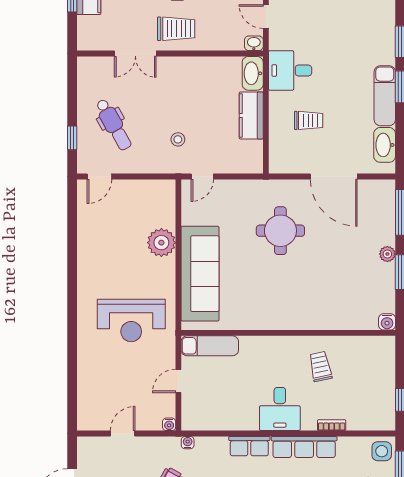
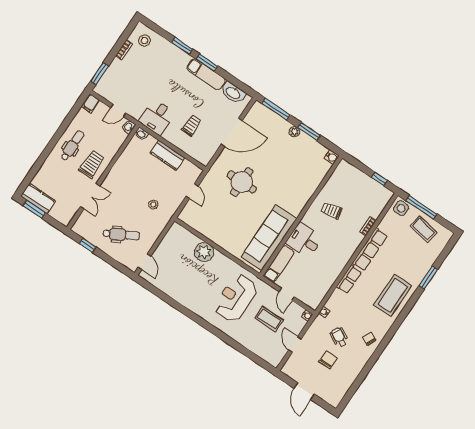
washbasin: (253, 73) -> (141, 134), width x0.52, depth x0.69
window: (72, 138) -> (88, 245), moved
door: (202, 176) -> (192, 191), moved
sofa: (200, 274) -> (269, 238), moved, turned -90
reception desk: (131, 320) -> (236, 298), turned 180
coffee table: (133, 380) -> (269, 319), added
desk: (280, 409) -> (304, 240), moved, turned 180

